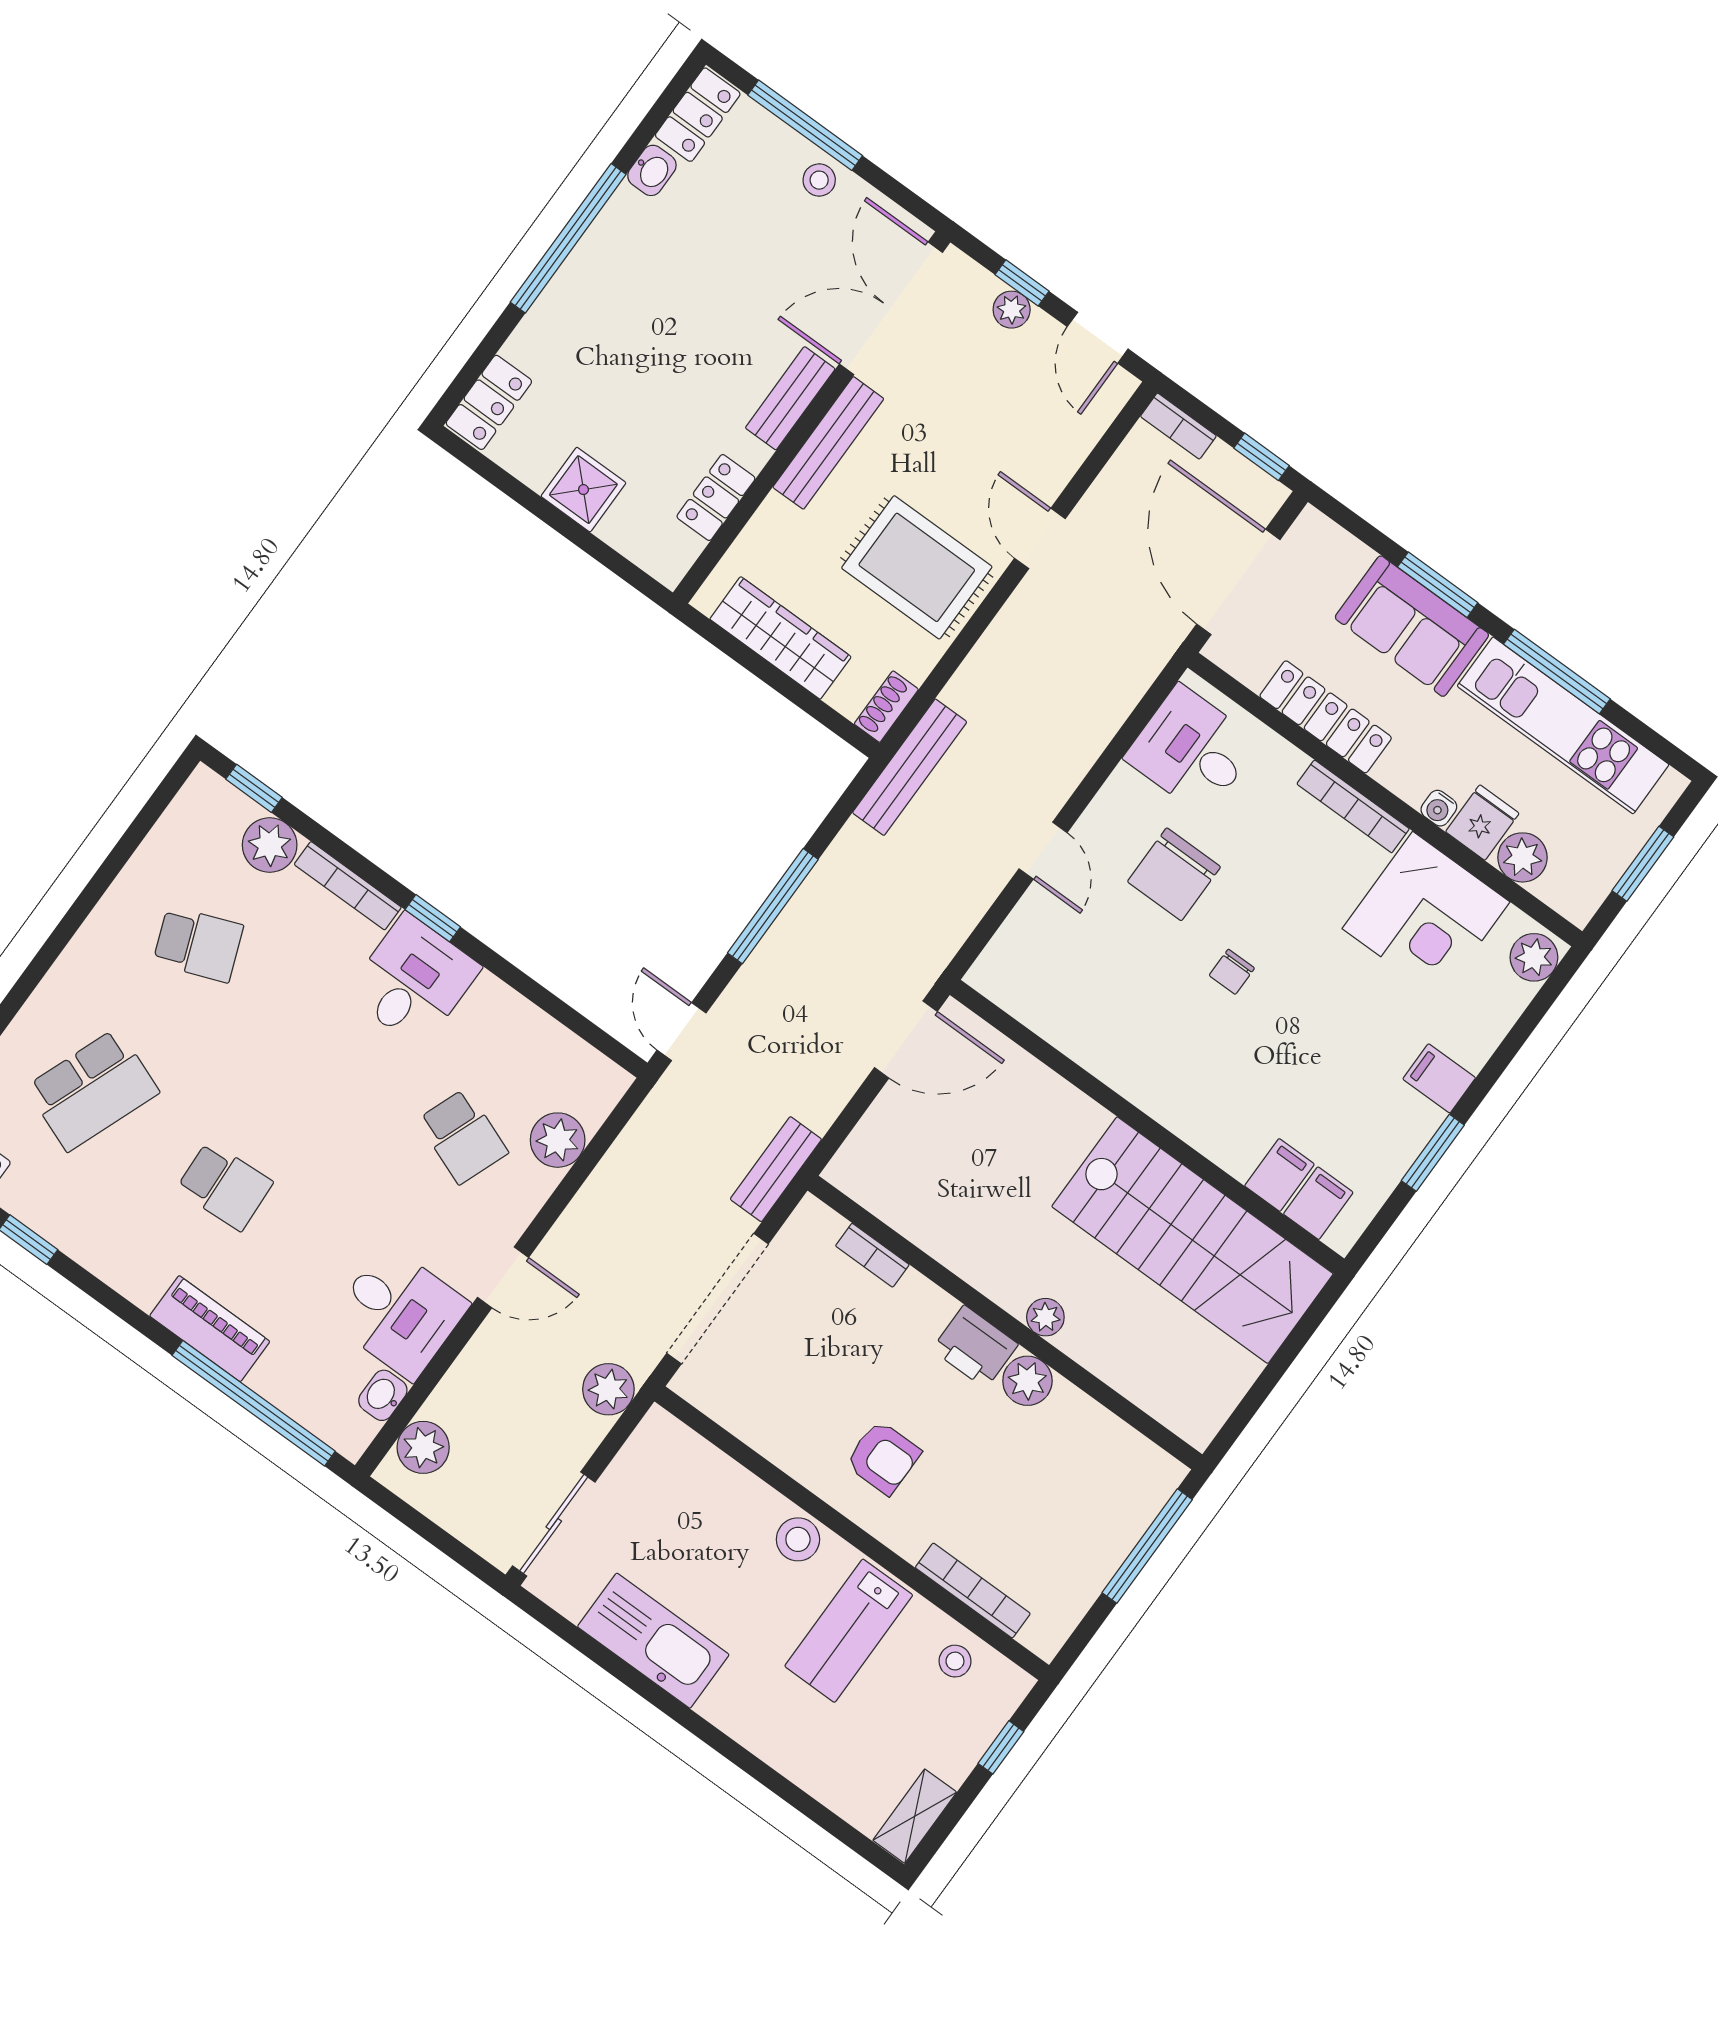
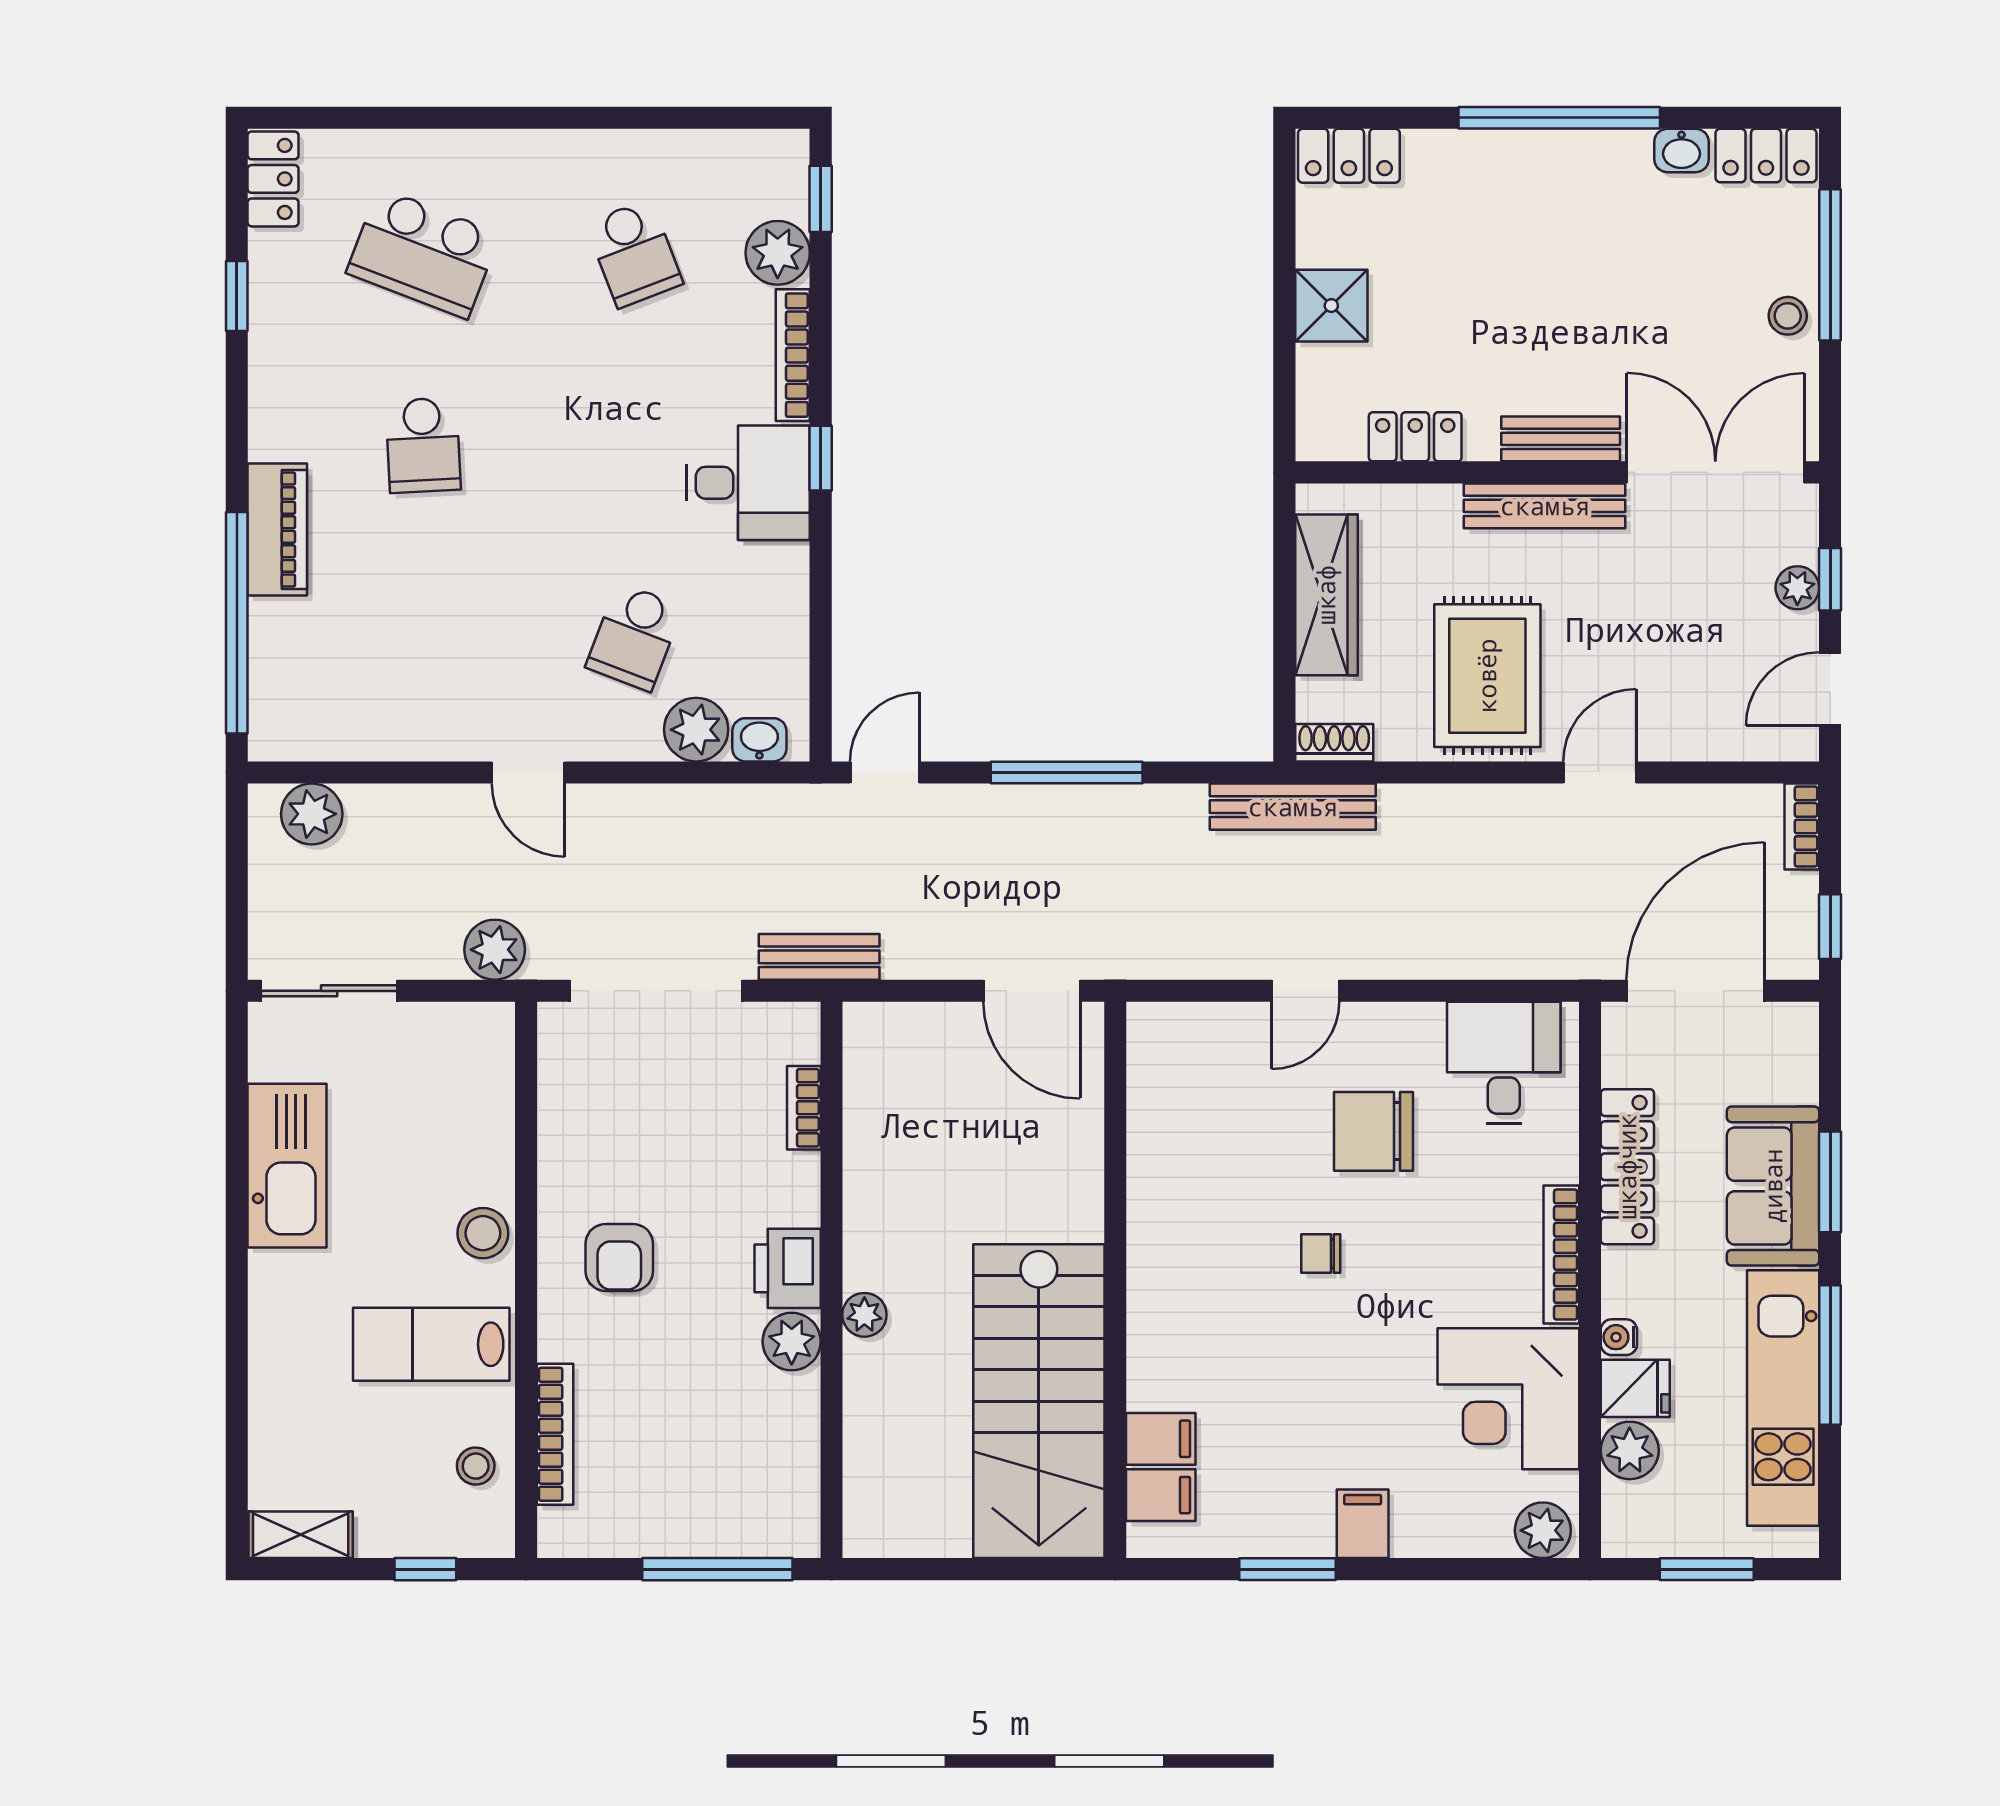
desk: (399, 1312) -> (424, 698), removed
washbasin: (383, 1395) -> (759, 740), moved

